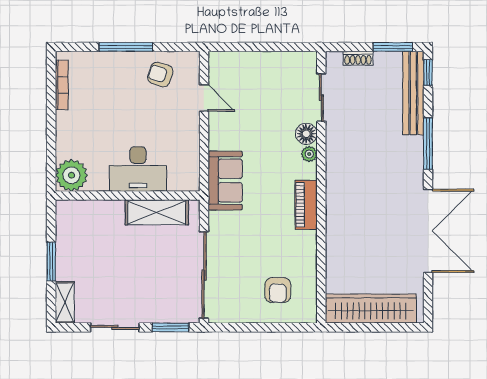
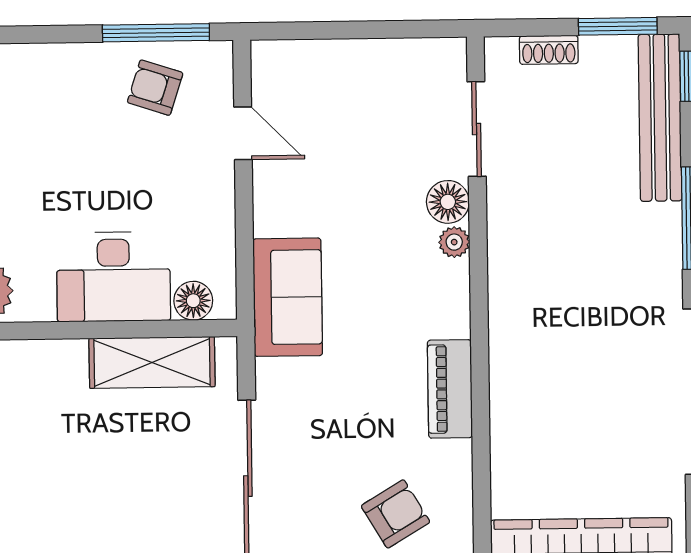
window: (126, 47) -> (156, 33), moved
floor lamp: (178, 182) -> (193, 301), added
piano: (306, 205) -> (450, 389), moved
armchair: (278, 290) -> (396, 514), turned -121

